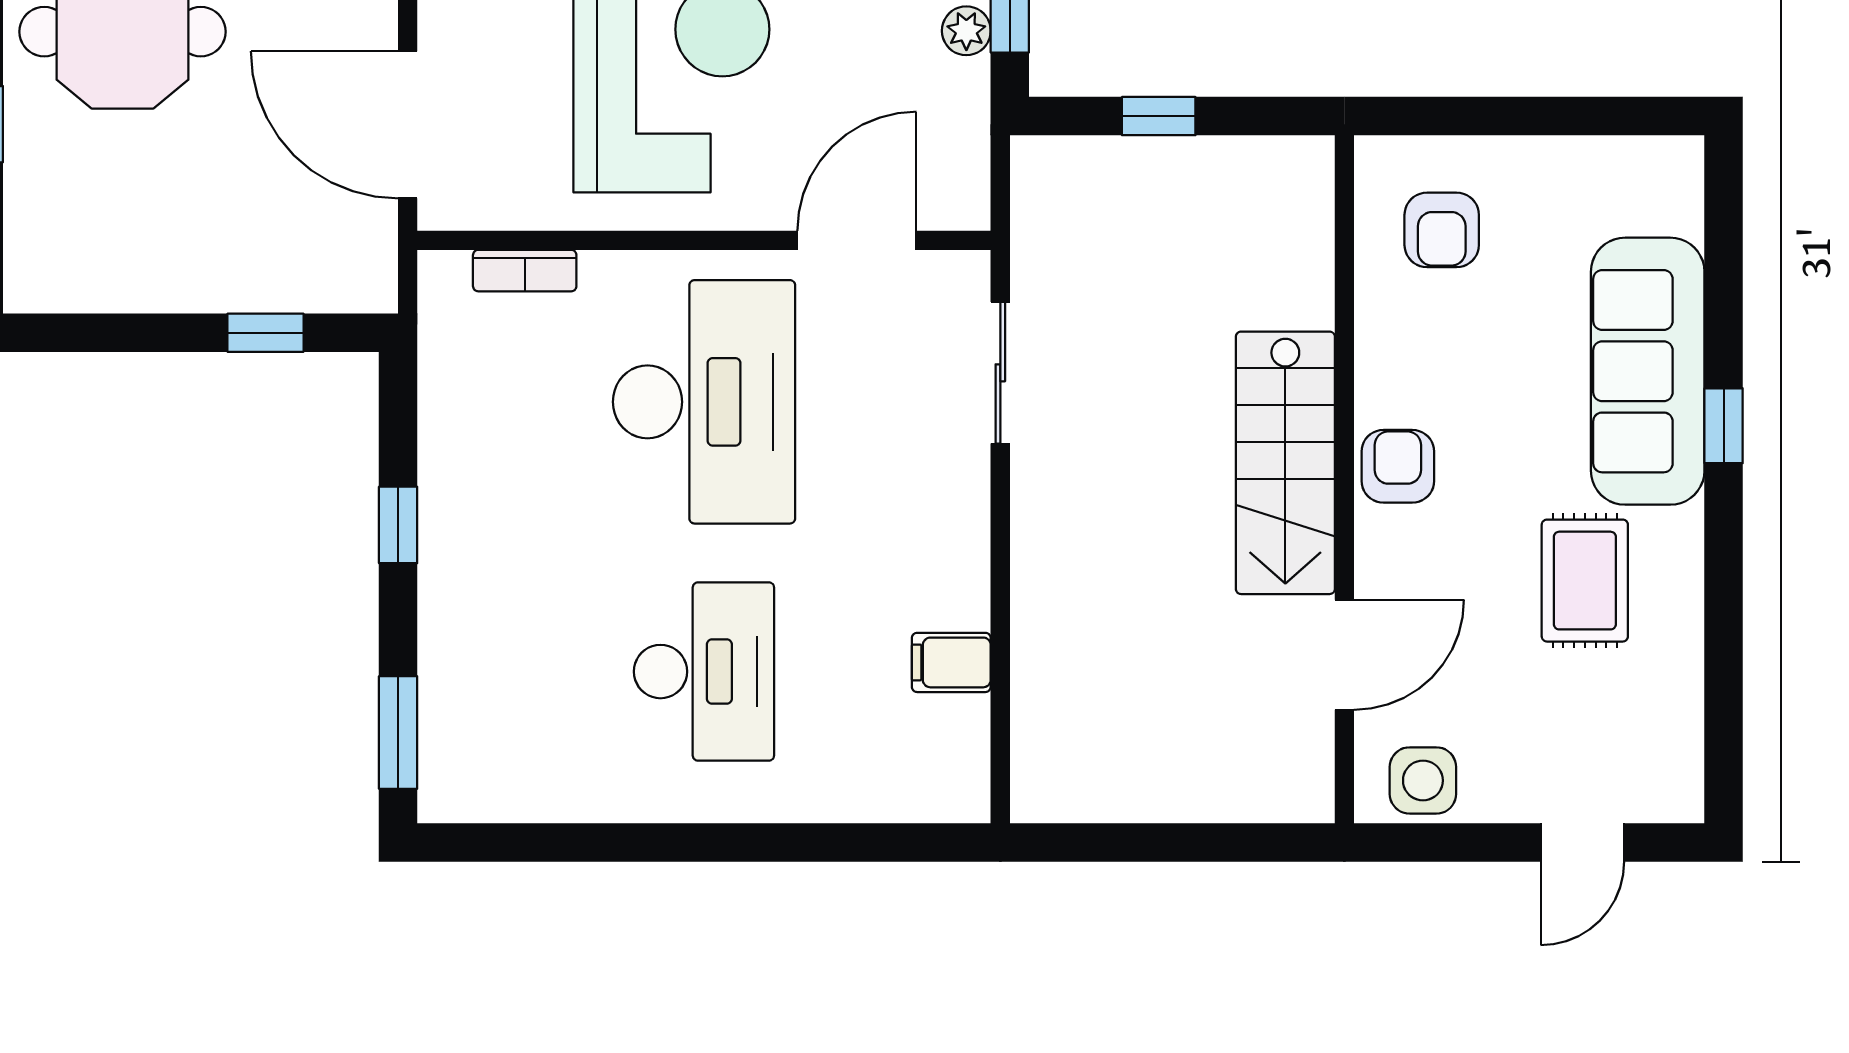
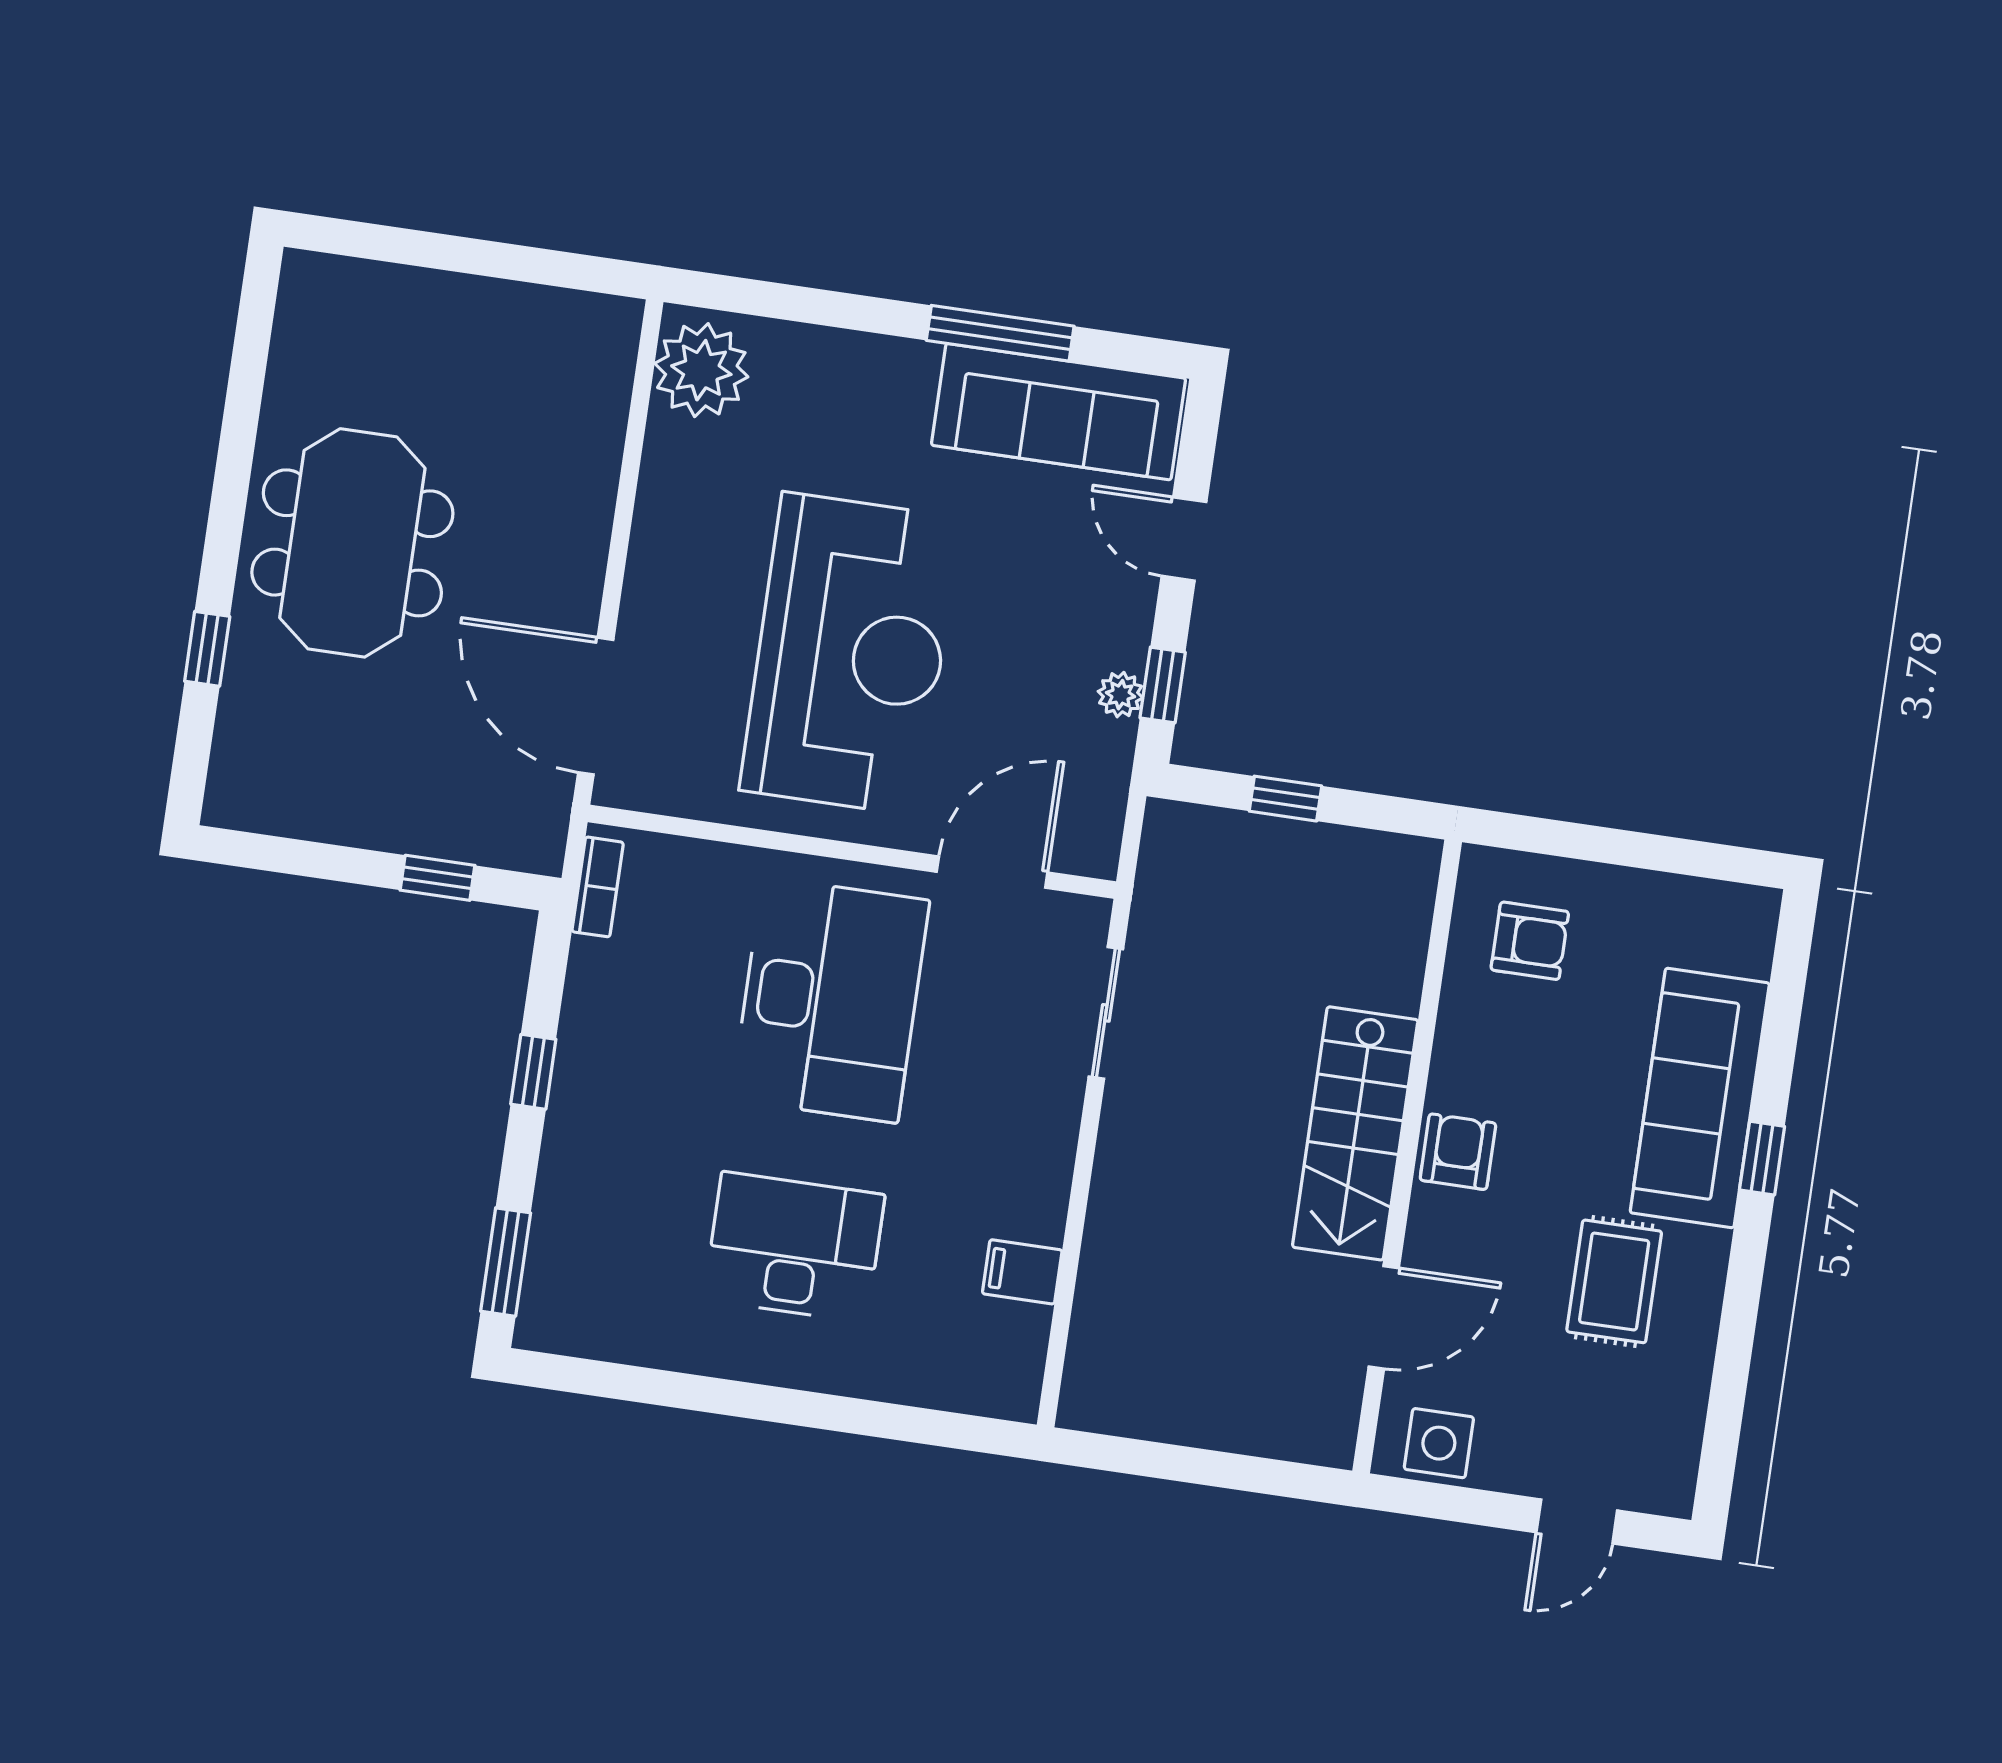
armchair: (1442, 230) -> (1530, 941), turned -90
bookcase: (525, 271) -> (598, 887), moved, turned -90
desk: (704, 672) -> (794, 1247), turned -90

